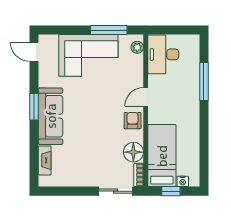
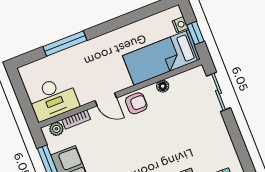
armchair: (133, 121) -> (136, 103), turned 180
floor lamp: (133, 152) -> (163, 86), width x0.53, depth x0.53
bookcase: (139, 175) -> (76, 119), moved

